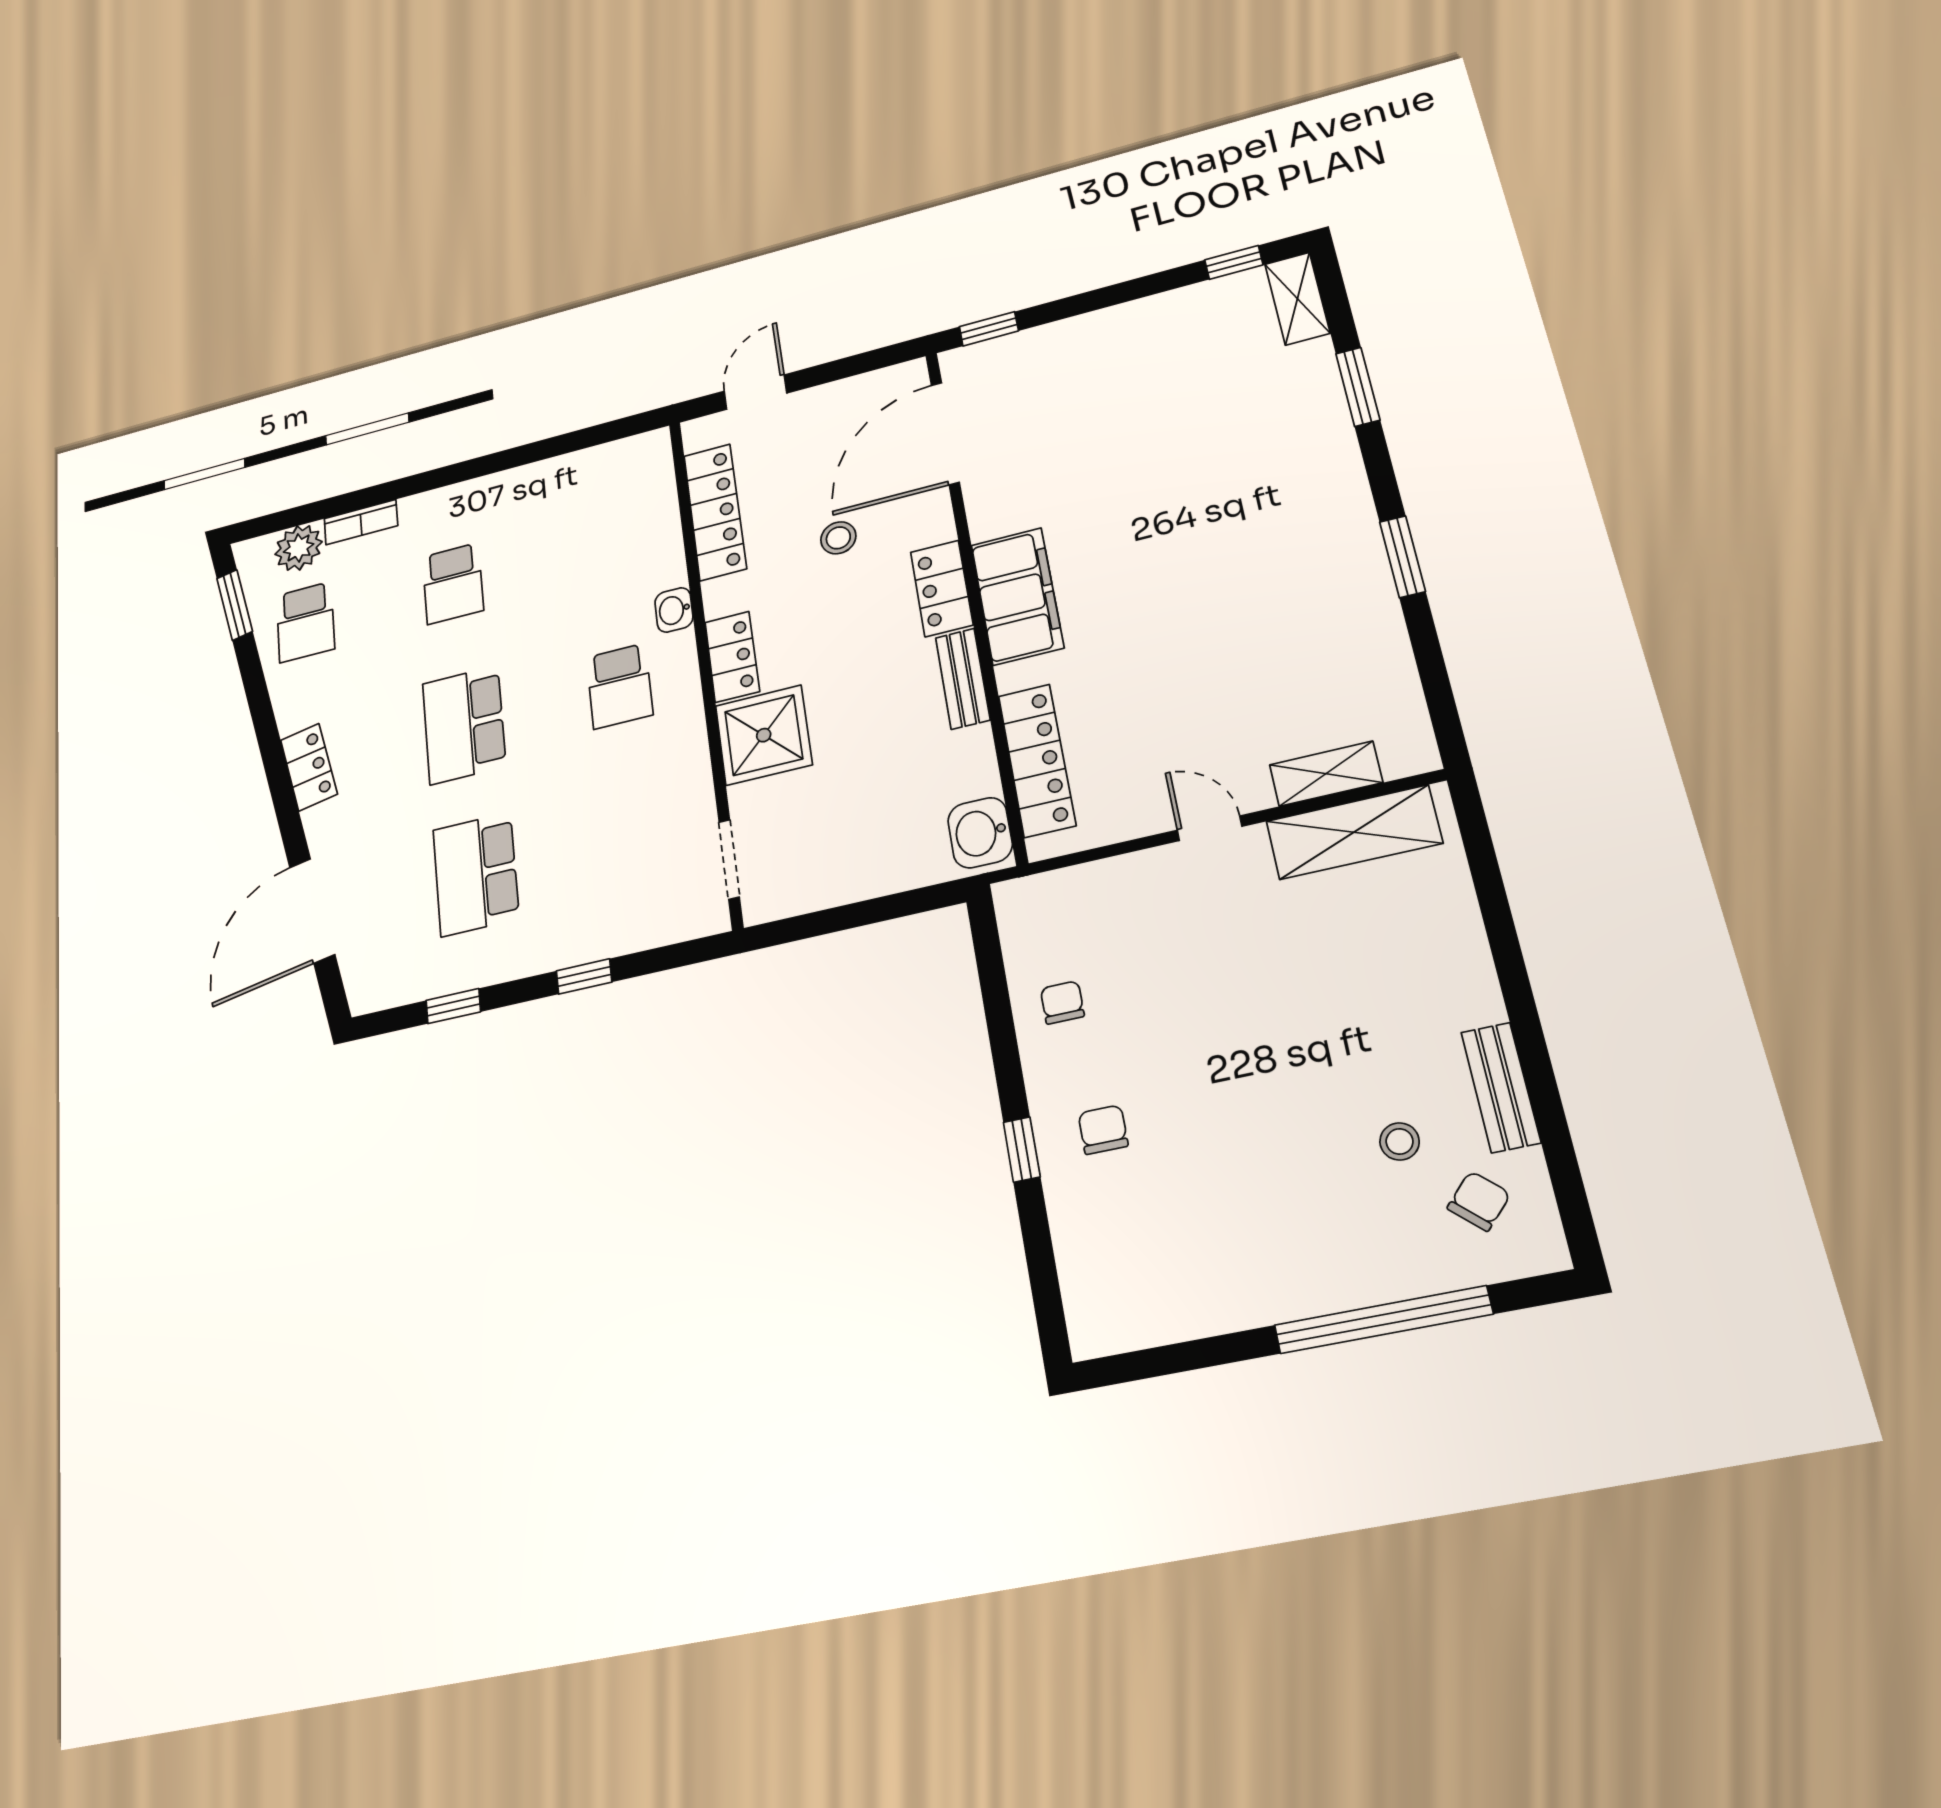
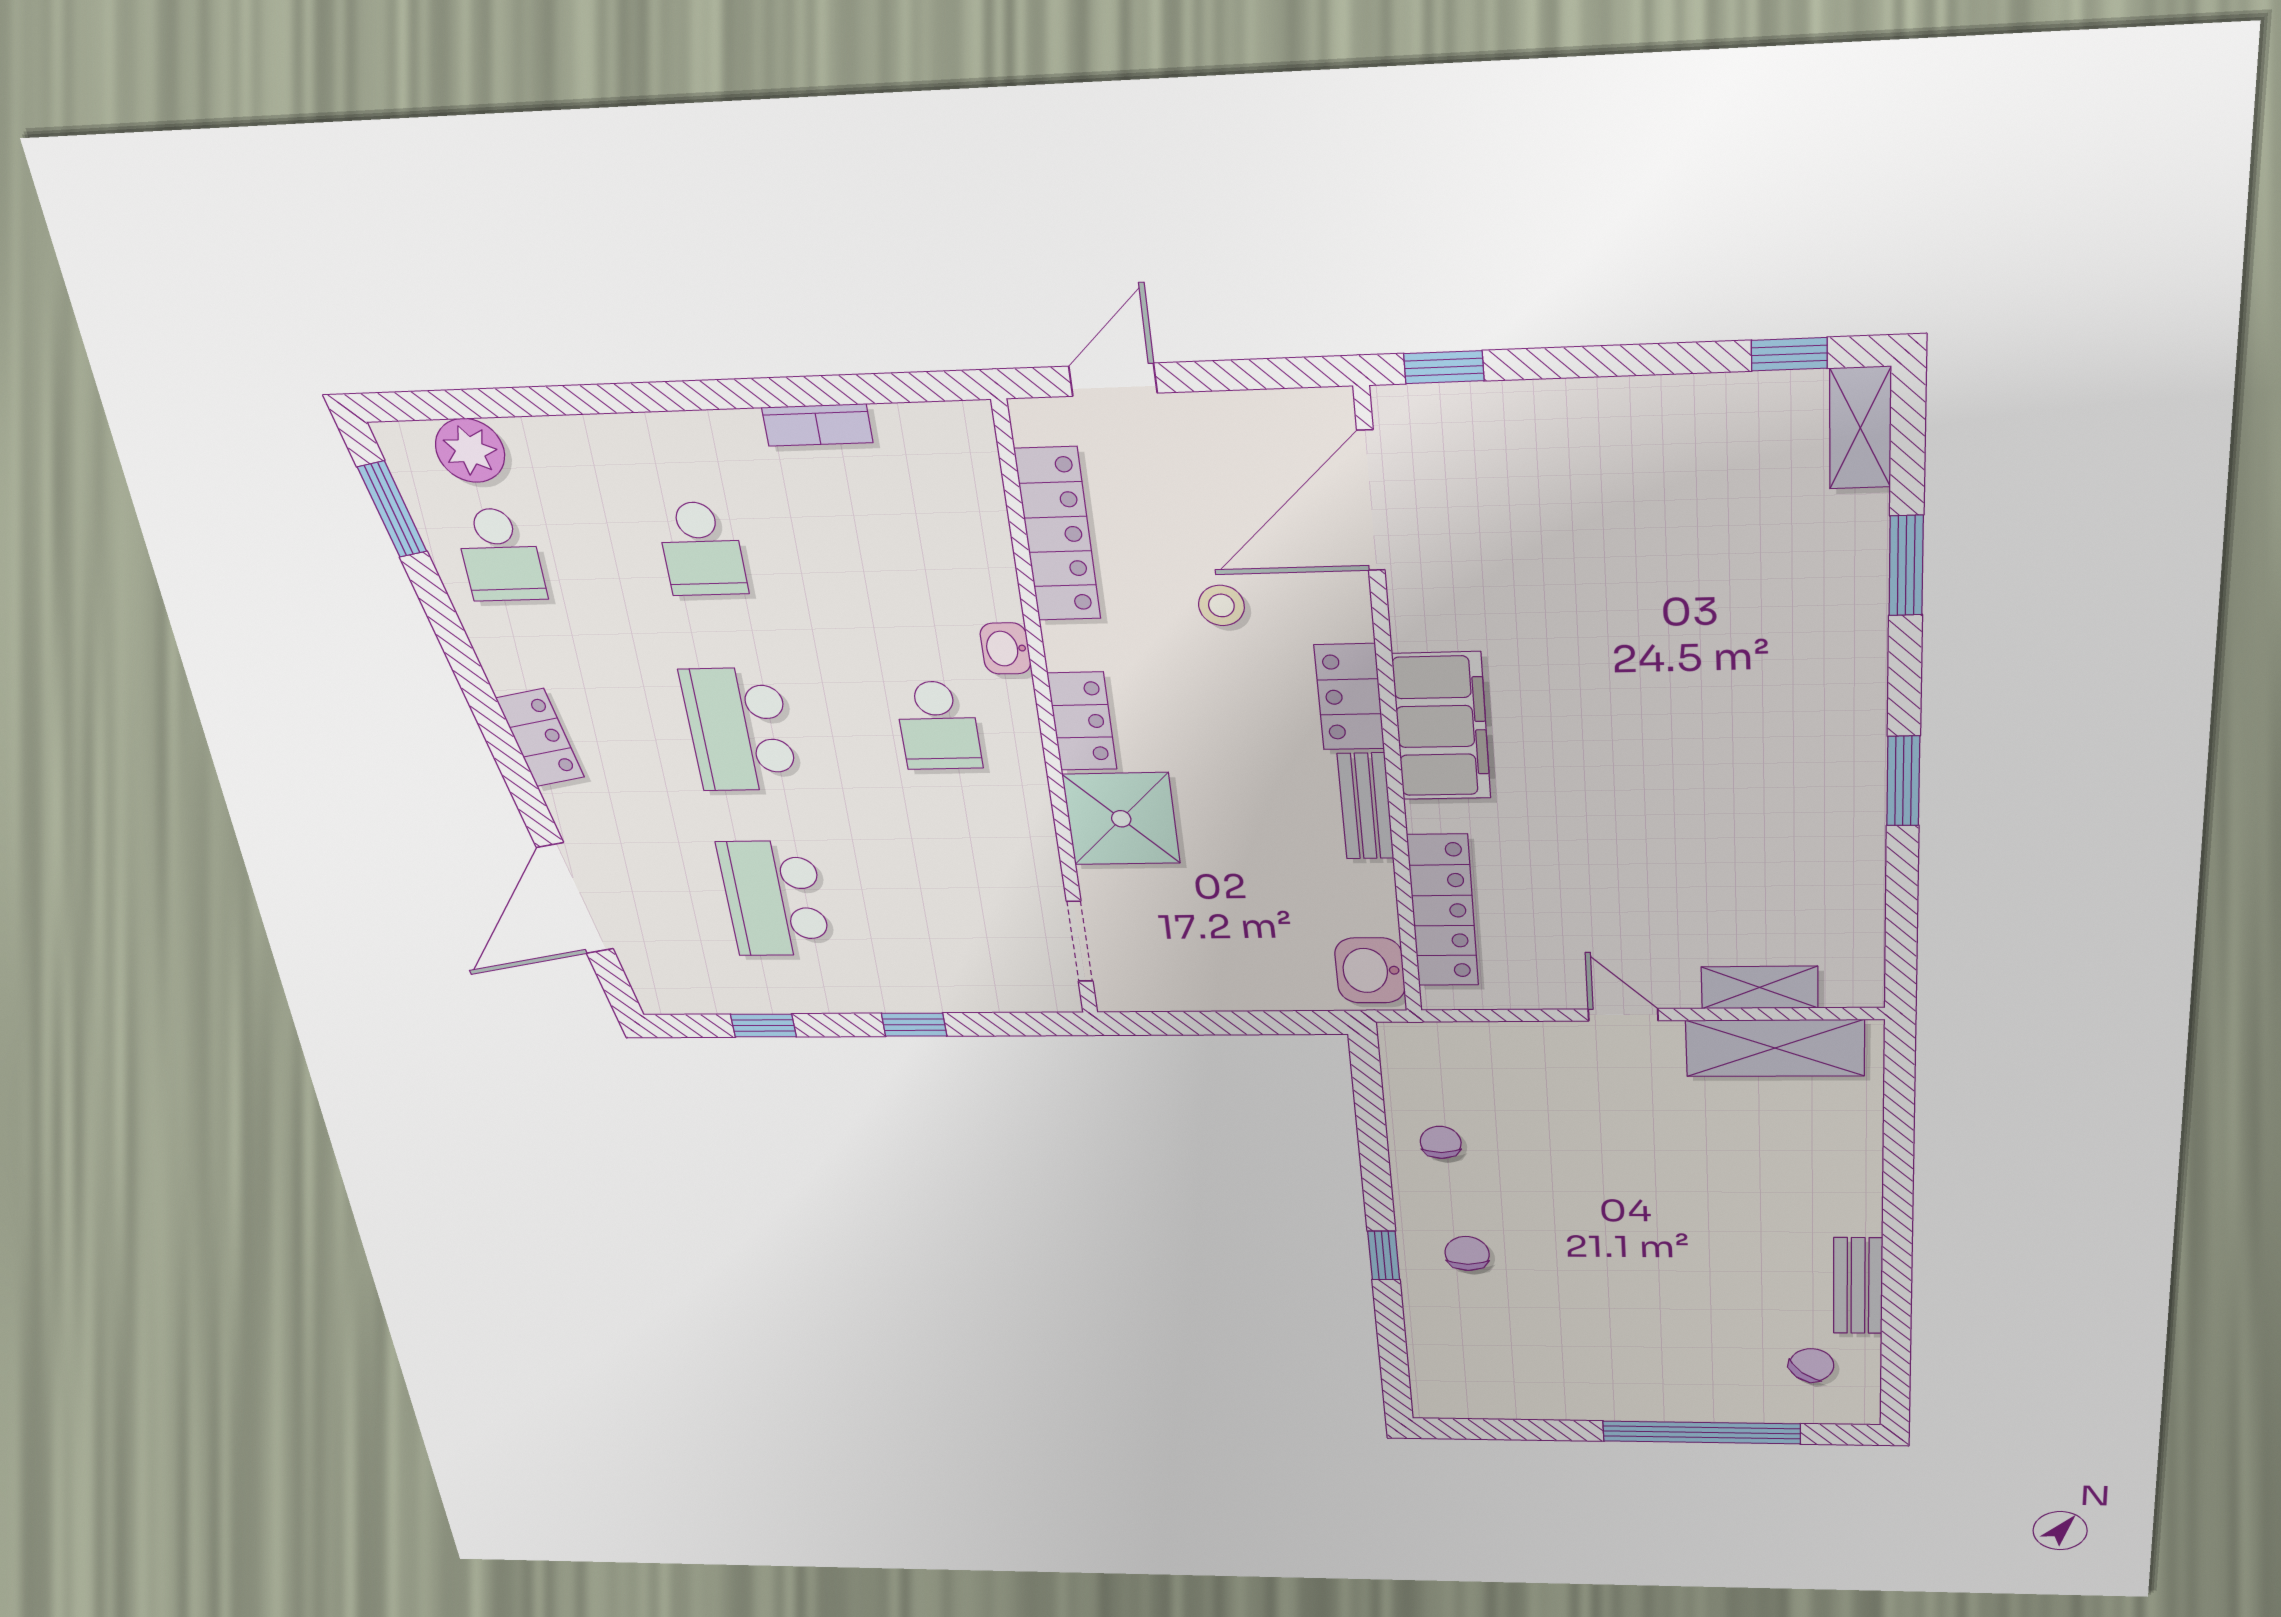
bookcase: (361, 522) -> (817, 425), moved
stool: (1400, 1141) -> (1751, 1310), removed

